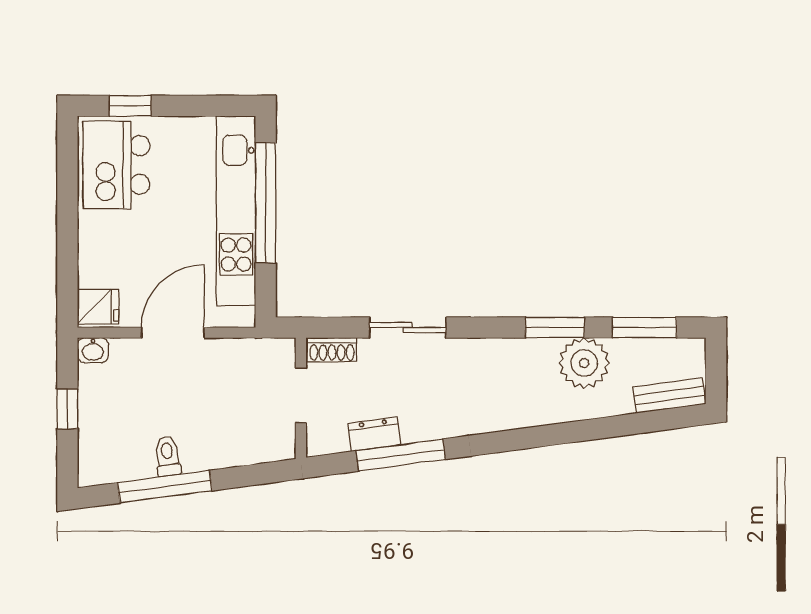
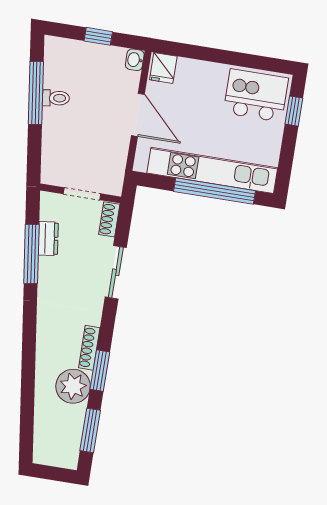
shoe rack: (524, 349) -> (89, 348), added
bench: (669, 396) -> (42, 439), removed

